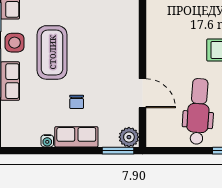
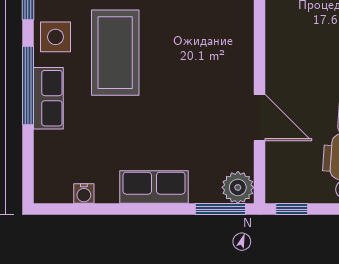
chair: (77, 102) -> (154, 131), removed
water cooler: (47, 141) -> (84, 194), moved
window: (163, 151) -> (292, 209), added

